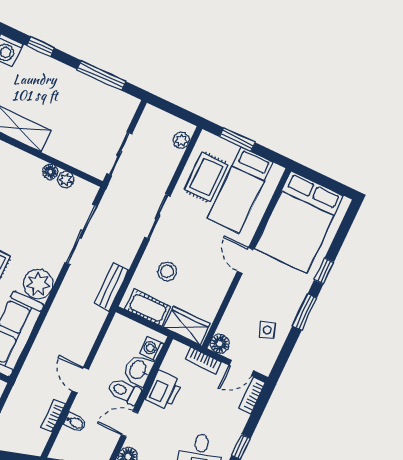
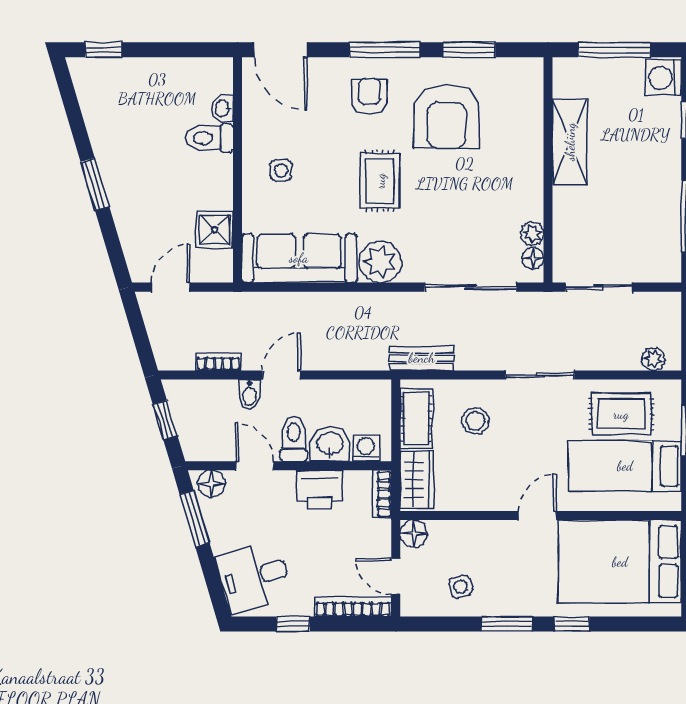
floor lamp: (50, 172) -> (533, 258), moved
bookcase: (203, 361) -> (382, 494), moved
bookcase: (252, 395) -> (353, 607), width x1.56
bidet: (75, 422) -> (250, 394), moved

